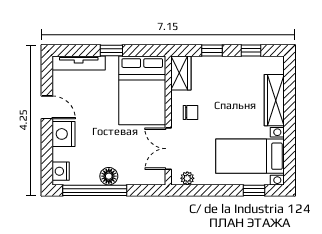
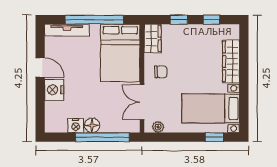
window: (111, 50) -> (94, 20), width x3.17
nightstand: (61, 171) -> (76, 126), moved, turned -90
window: (95, 190) -> (102, 137), moved

